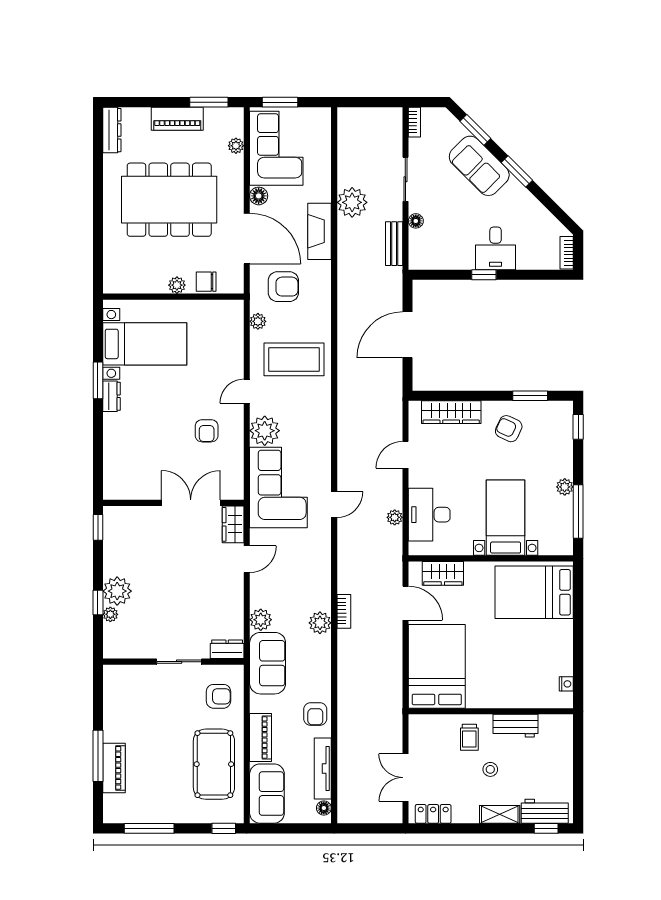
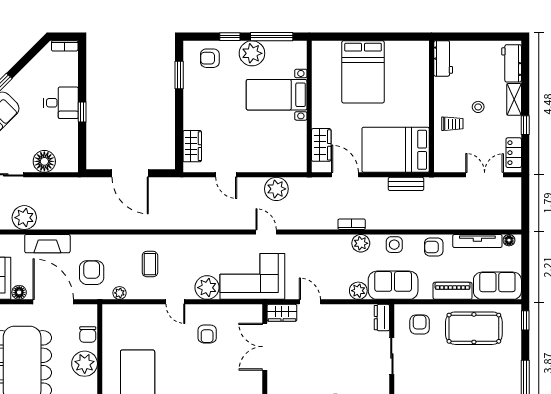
floor lamp: (416, 221) -> (44, 161), width x1.89, depth x1.89
door: (247, 239) -> (53, 302), hinge flipped
bench: (394, 244) -> (406, 184), moved
plant: (177, 285) -> (85, 364), width x1.87, depth x1.87
coffee table: (294, 359) -> (150, 264), width x0.54, depth x0.58
wardrobe: (451, 412) -> (192, 146), width x0.67
window: (578, 427) -> (230, 37), moved
armchair: (509, 429) -> (210, 58), moved, turned 65
armchair: (207, 431) -> (207, 334), turned 90
plant: (565, 487) -> (252, 53), width x1.88, depth x1.88
desk: (429, 515) -> (274, 156), removed
plant: (395, 517) -> (276, 189), width x1.88, depth x1.88
bed: (534, 592) -> (363, 72), moved
door: (405, 603) -> (345, 175), hinge flipped
side table: (318, 665) -> (394, 245), added
nightstand: (566, 684) -> (410, 46), removed
armchair: (315, 714) -> (434, 247), turned 180
workbench: (516, 726) -> (443, 58), moved
double door: (405, 778) -> (485, 175), swing flipped
window: (546, 828) -> (525, 125), moved

